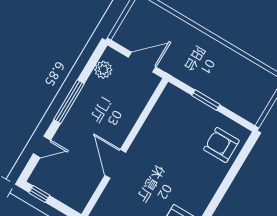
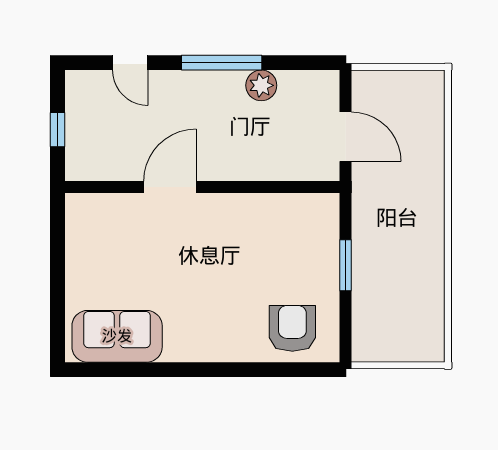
plant: (103, 70) -> (261, 85), moved
window: (39, 194) -> (57, 130), moved

